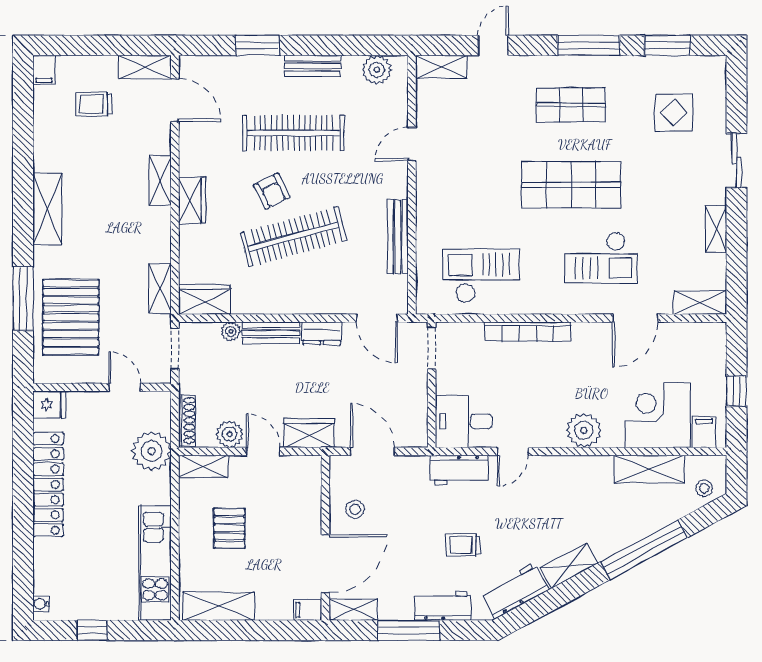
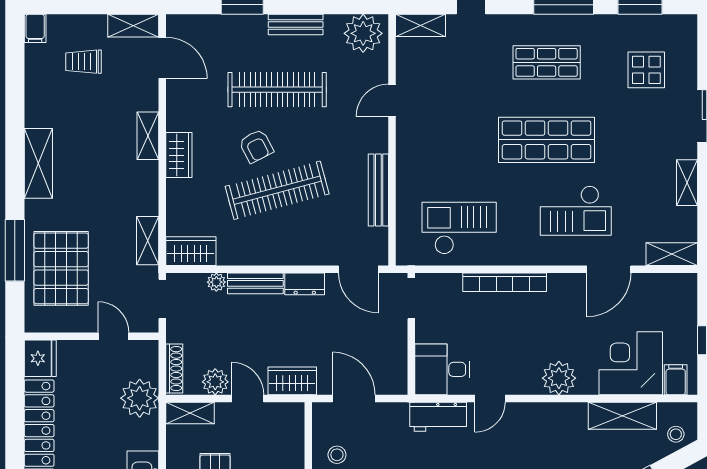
plant: (377, 70) -> (363, 33), width x1.36, depth x1.36
fridge: (49, 405) -> (40, 358), width x1.38

